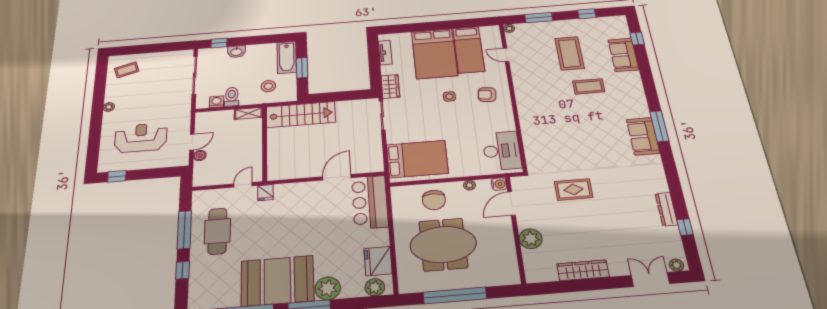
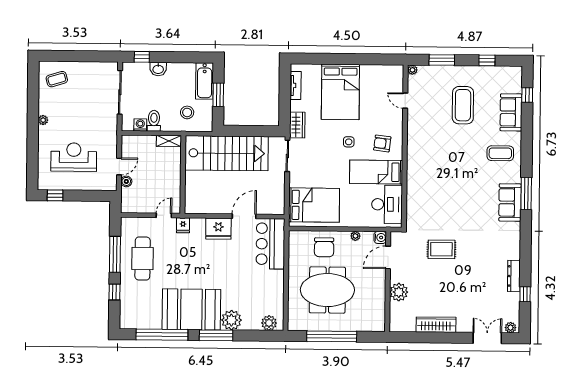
bed: (469, 50) -> (376, 172), moved, turned 90
coffee table: (589, 86) -> (500, 153), moved
stairs: (301, 115) -> (227, 153), width x1.36, depth x1.51
fridge: (378, 261) -> (218, 229), moved, turned -90

